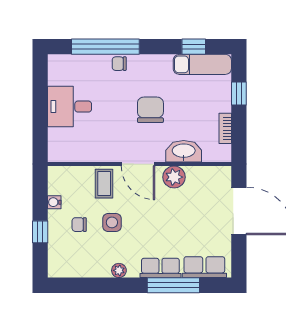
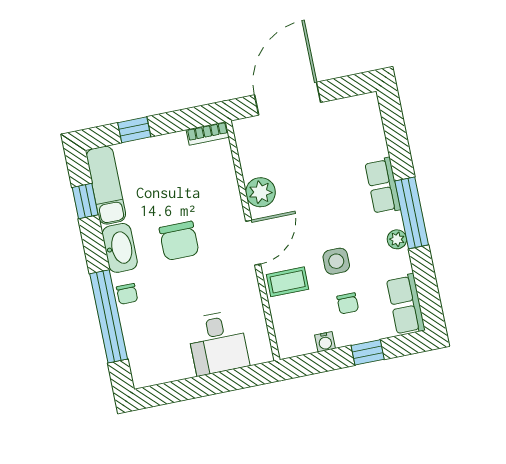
desk: (70, 107) -> (218, 343), moved
chair: (150, 110) -> (179, 241), turned -90
bookcase: (225, 128) -> (208, 133), moved
washbasin: (184, 151) -> (120, 248), moved, turned 180
row of seats: (204, 267) -> (406, 304), moved
window: (173, 285) -> (412, 213), moved

